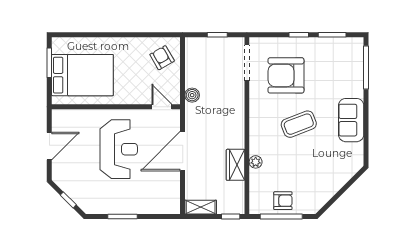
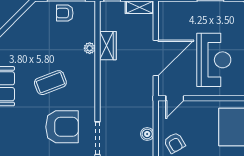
boiler: (192, 95) -> (147, 134), moved
door: (162, 107) -> (175, 98), hinge flipped
reception desk: (119, 149) -> (214, 60), turned 180

